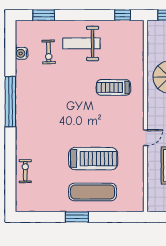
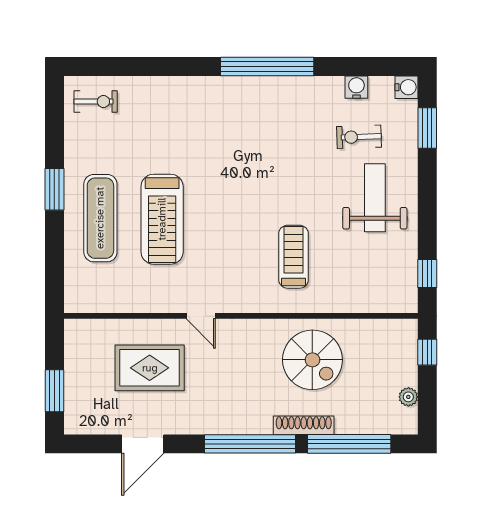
water cooler: (22, 26) -> (406, 87), added
exercise bike: (25, 171) -> (96, 102), moved

